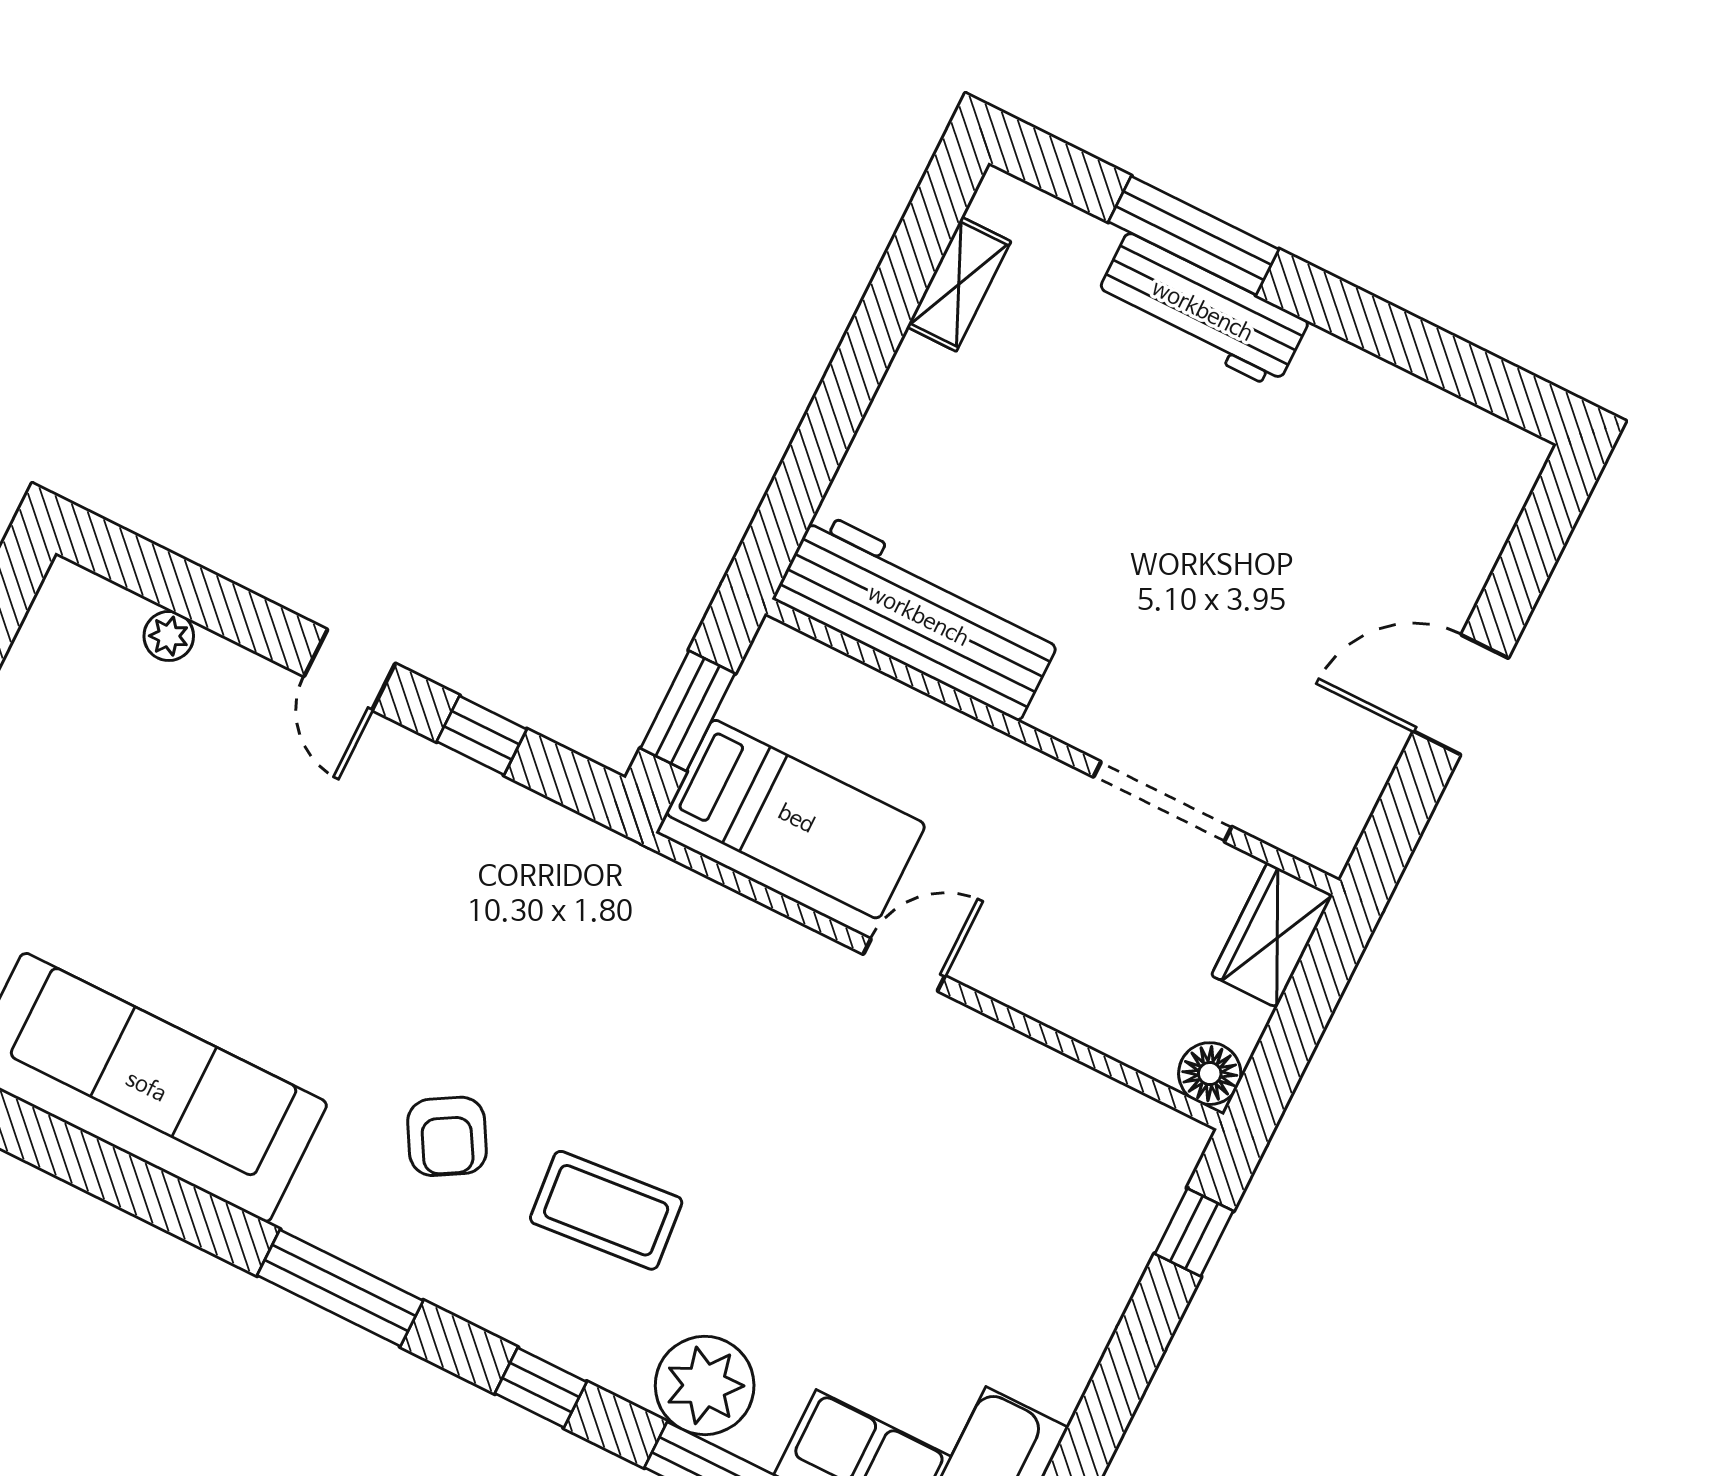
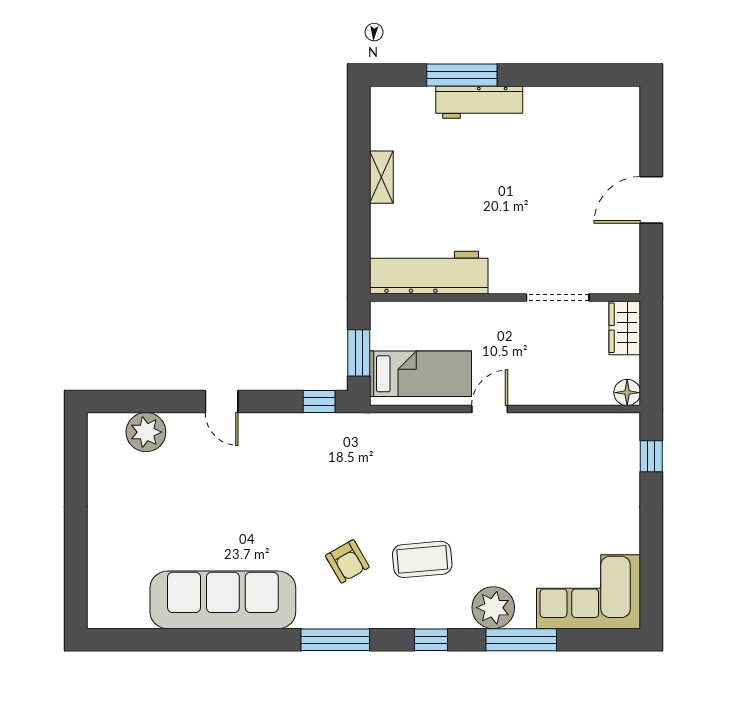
shelving: (959, 284) -> (381, 177), moved
plant: (169, 636) -> (146, 432), width x1.87, depth x1.87
window: (482, 735) -> (319, 401), moved

